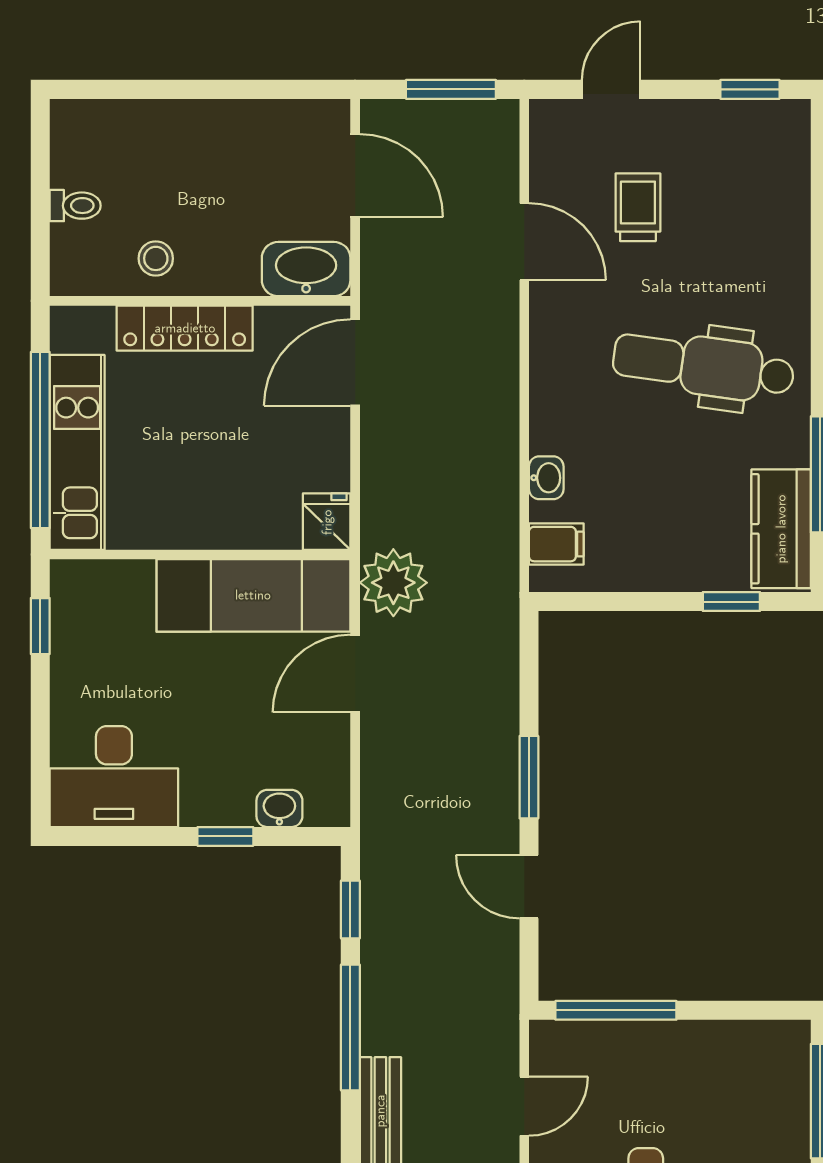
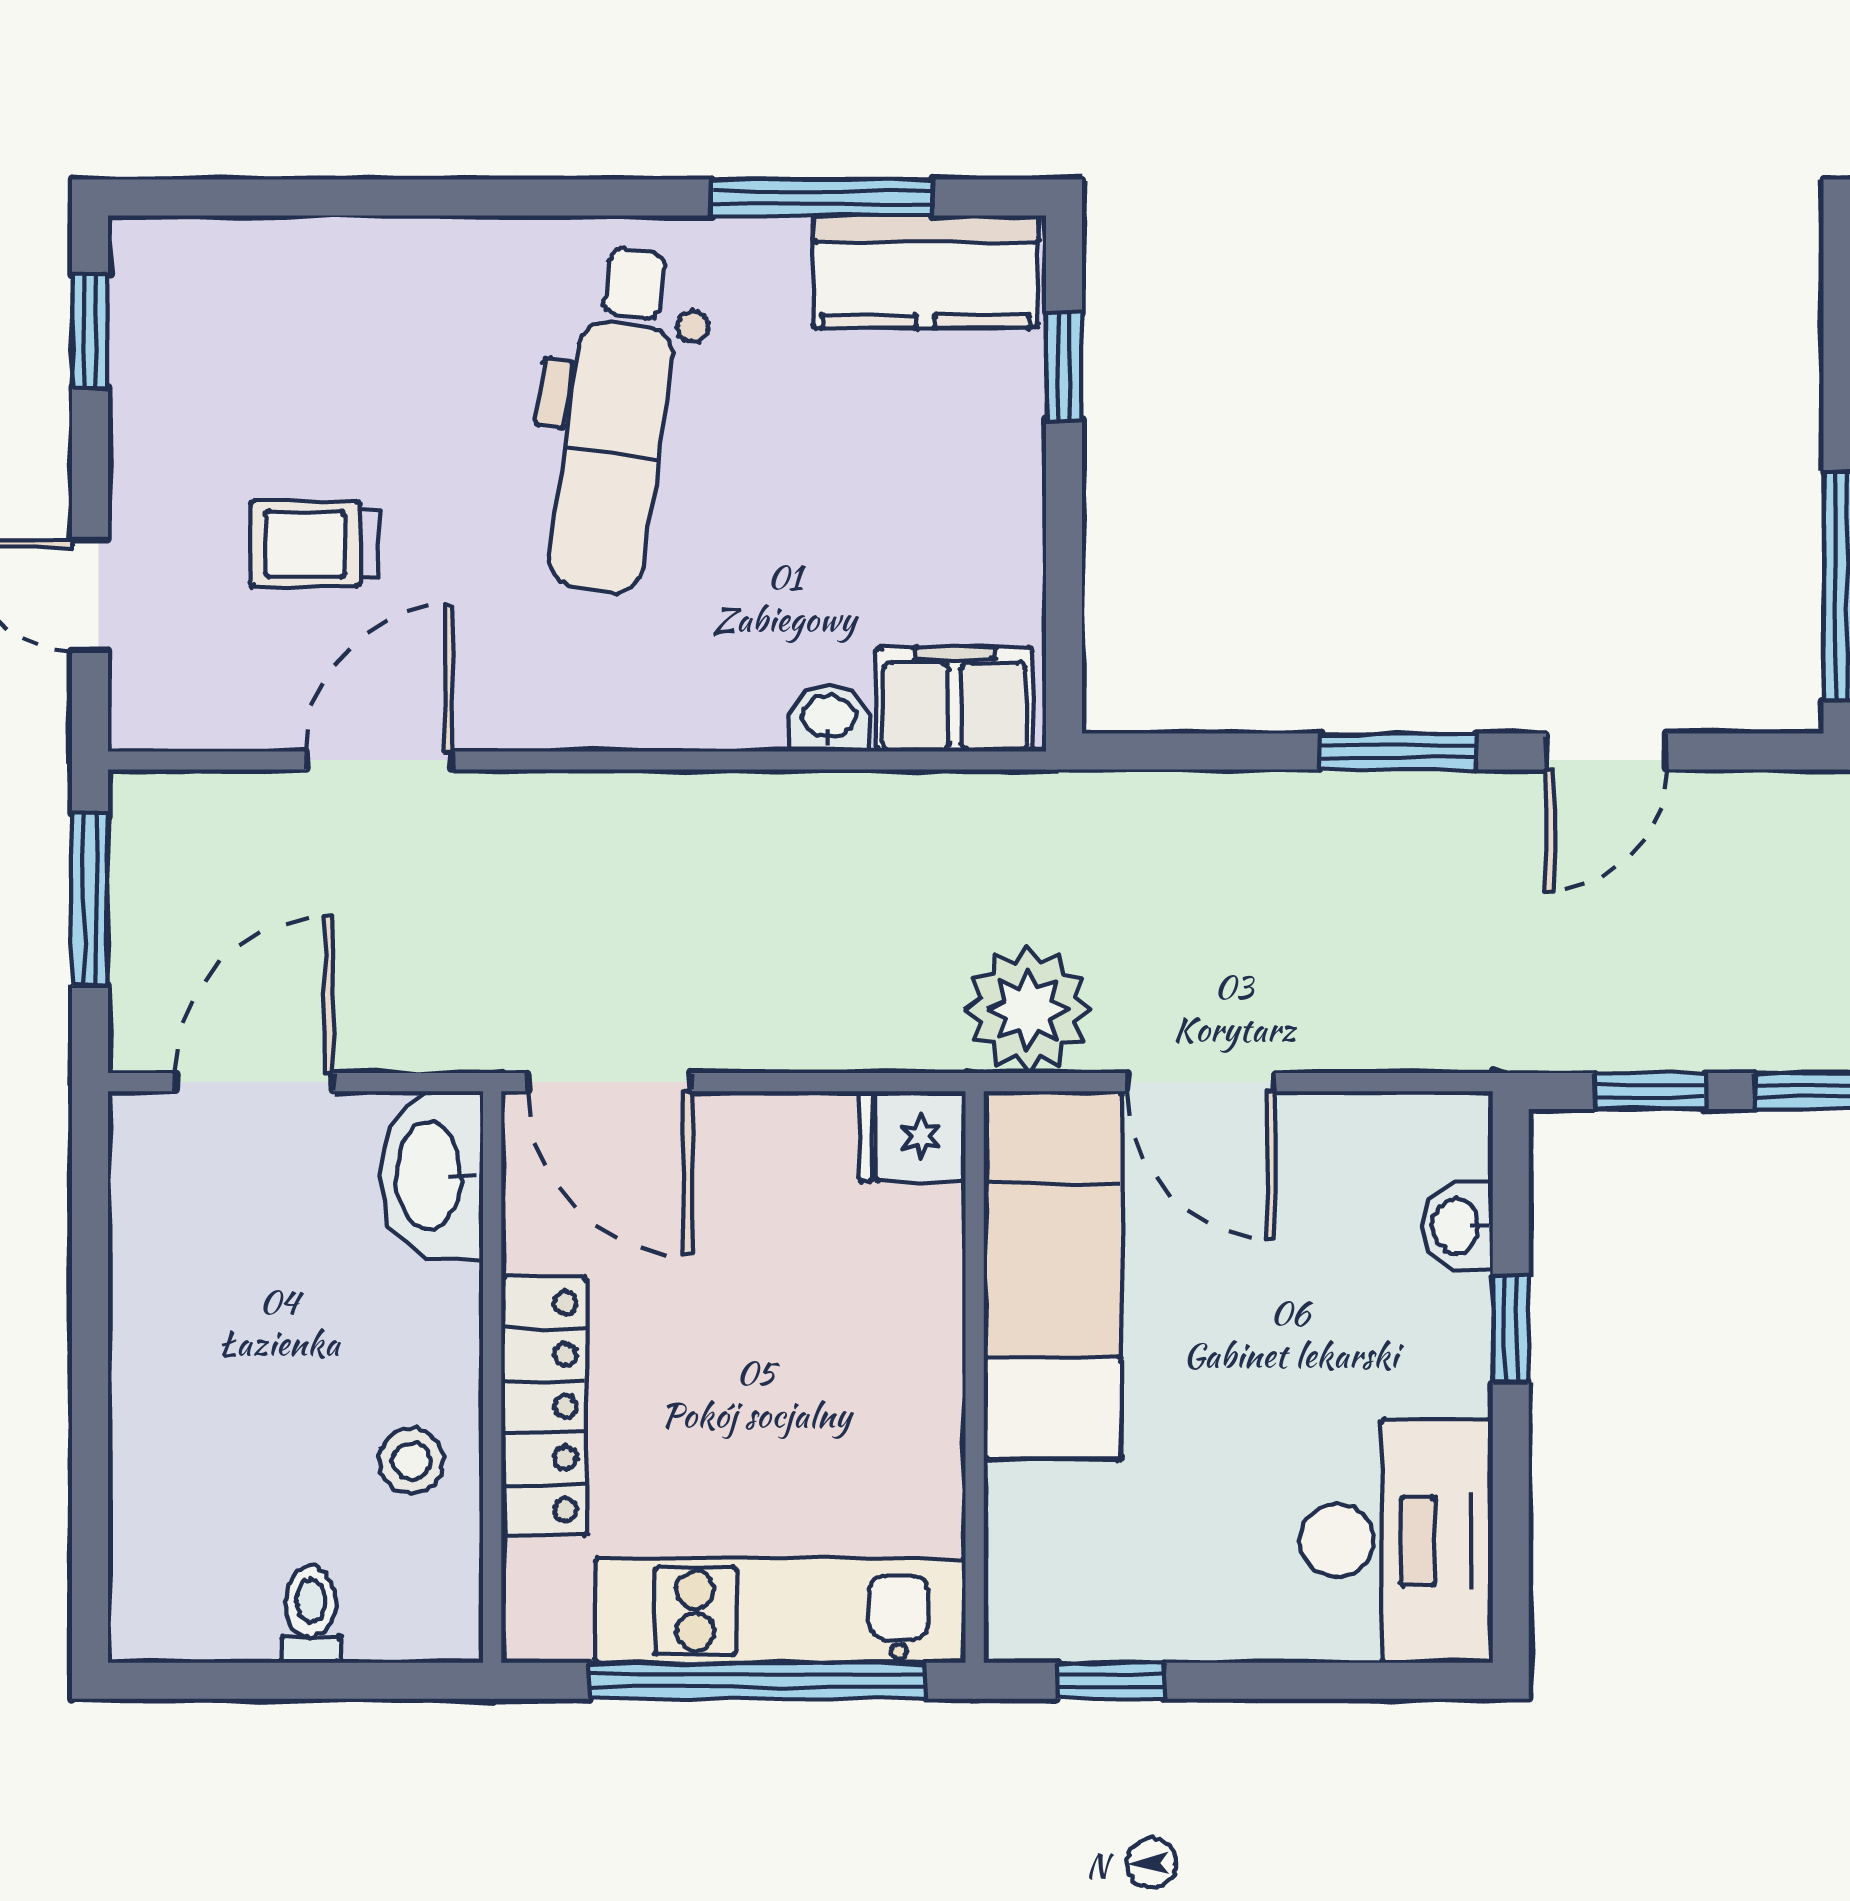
filing cabinet: (556, 544) -> (955, 699), width x2.00

